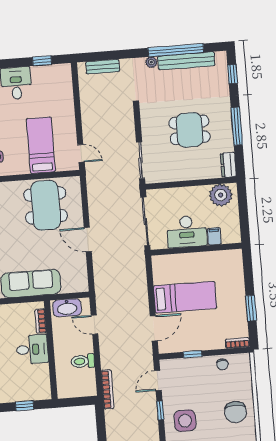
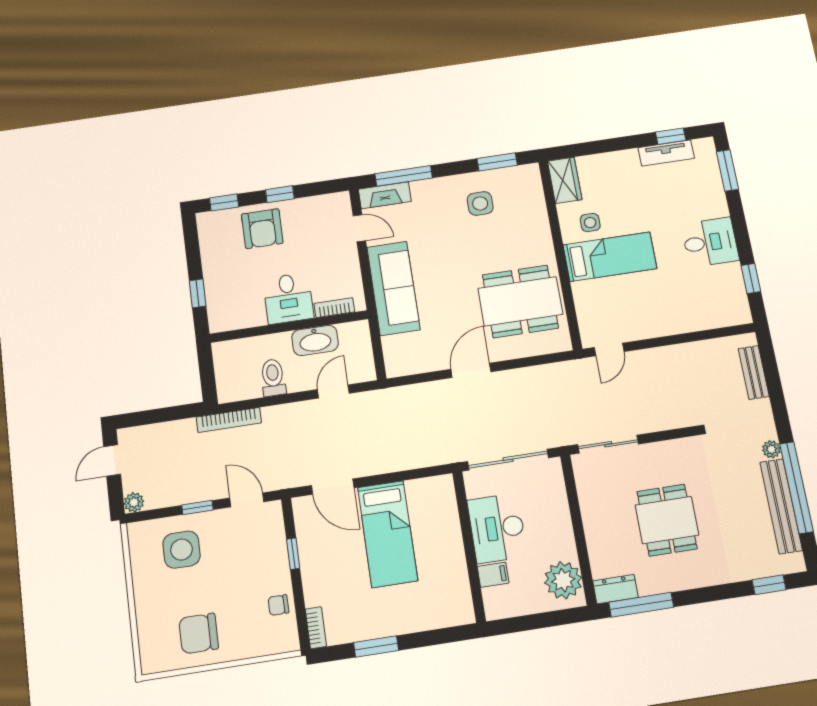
window: (237, 126) -> (641, 605), moved
bed: (41, 145) -> (610, 257), moved
washbasin: (67, 308) -> (315, 340), moved, turned -90

